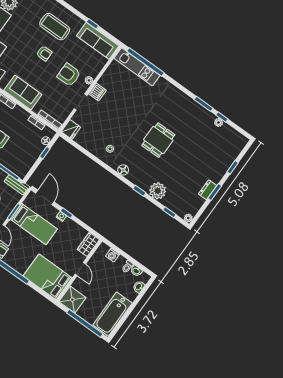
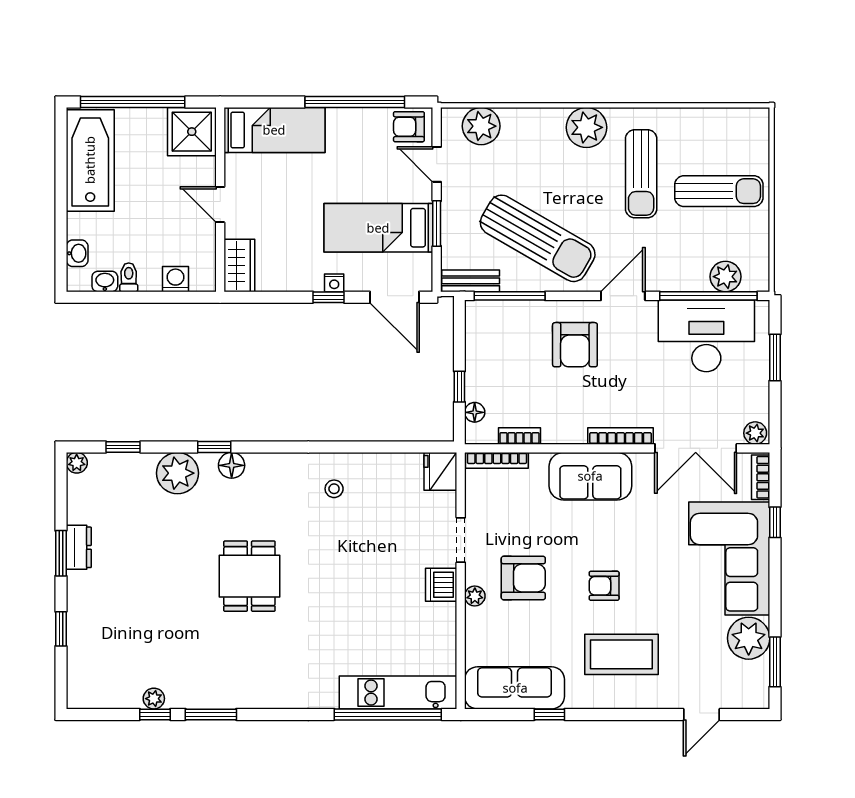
floor lamp: (123, 170) -> (232, 465), moved
bed: (48, 277) -> (274, 130), width x0.67

